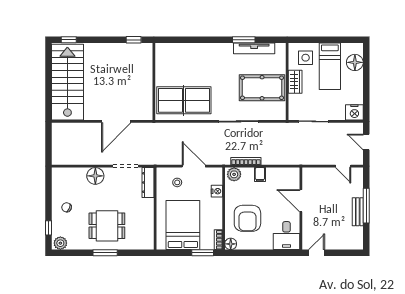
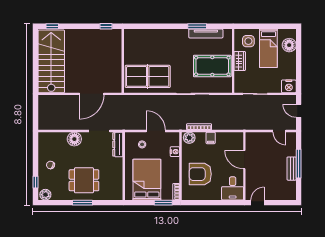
armchair: (247, 218) -> (200, 174), turned 90
floor lamp: (231, 244) -> (186, 195), removed

